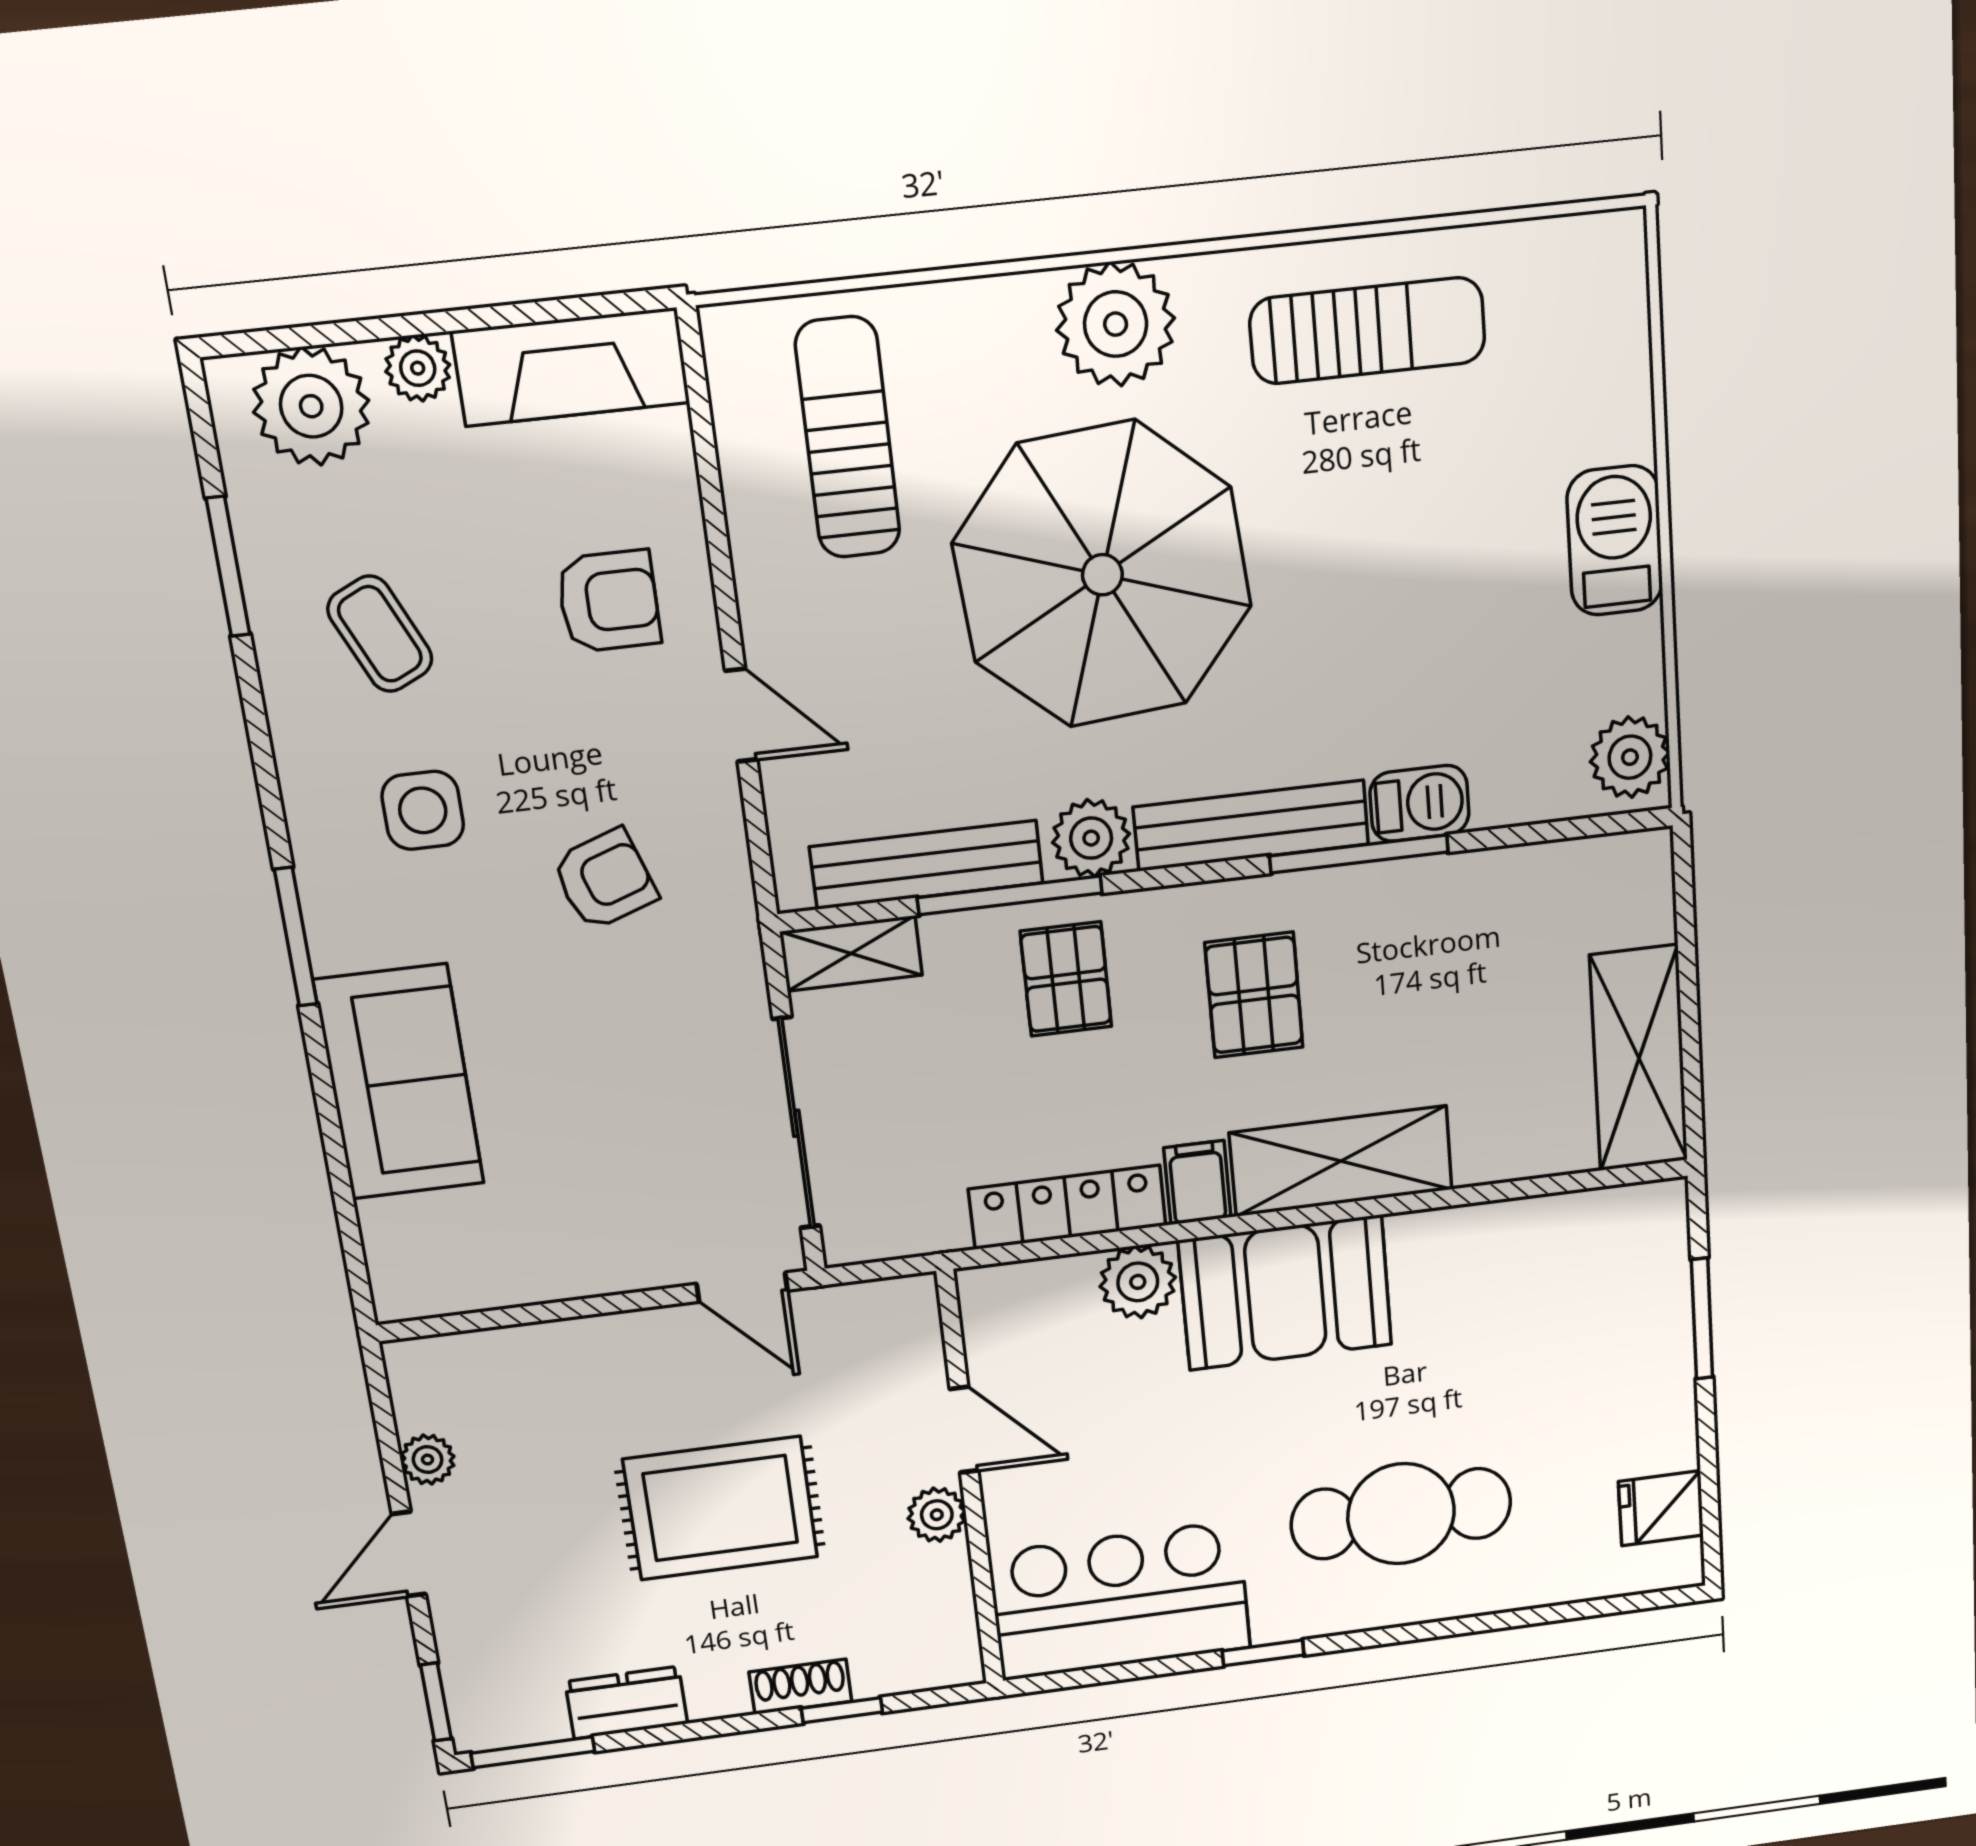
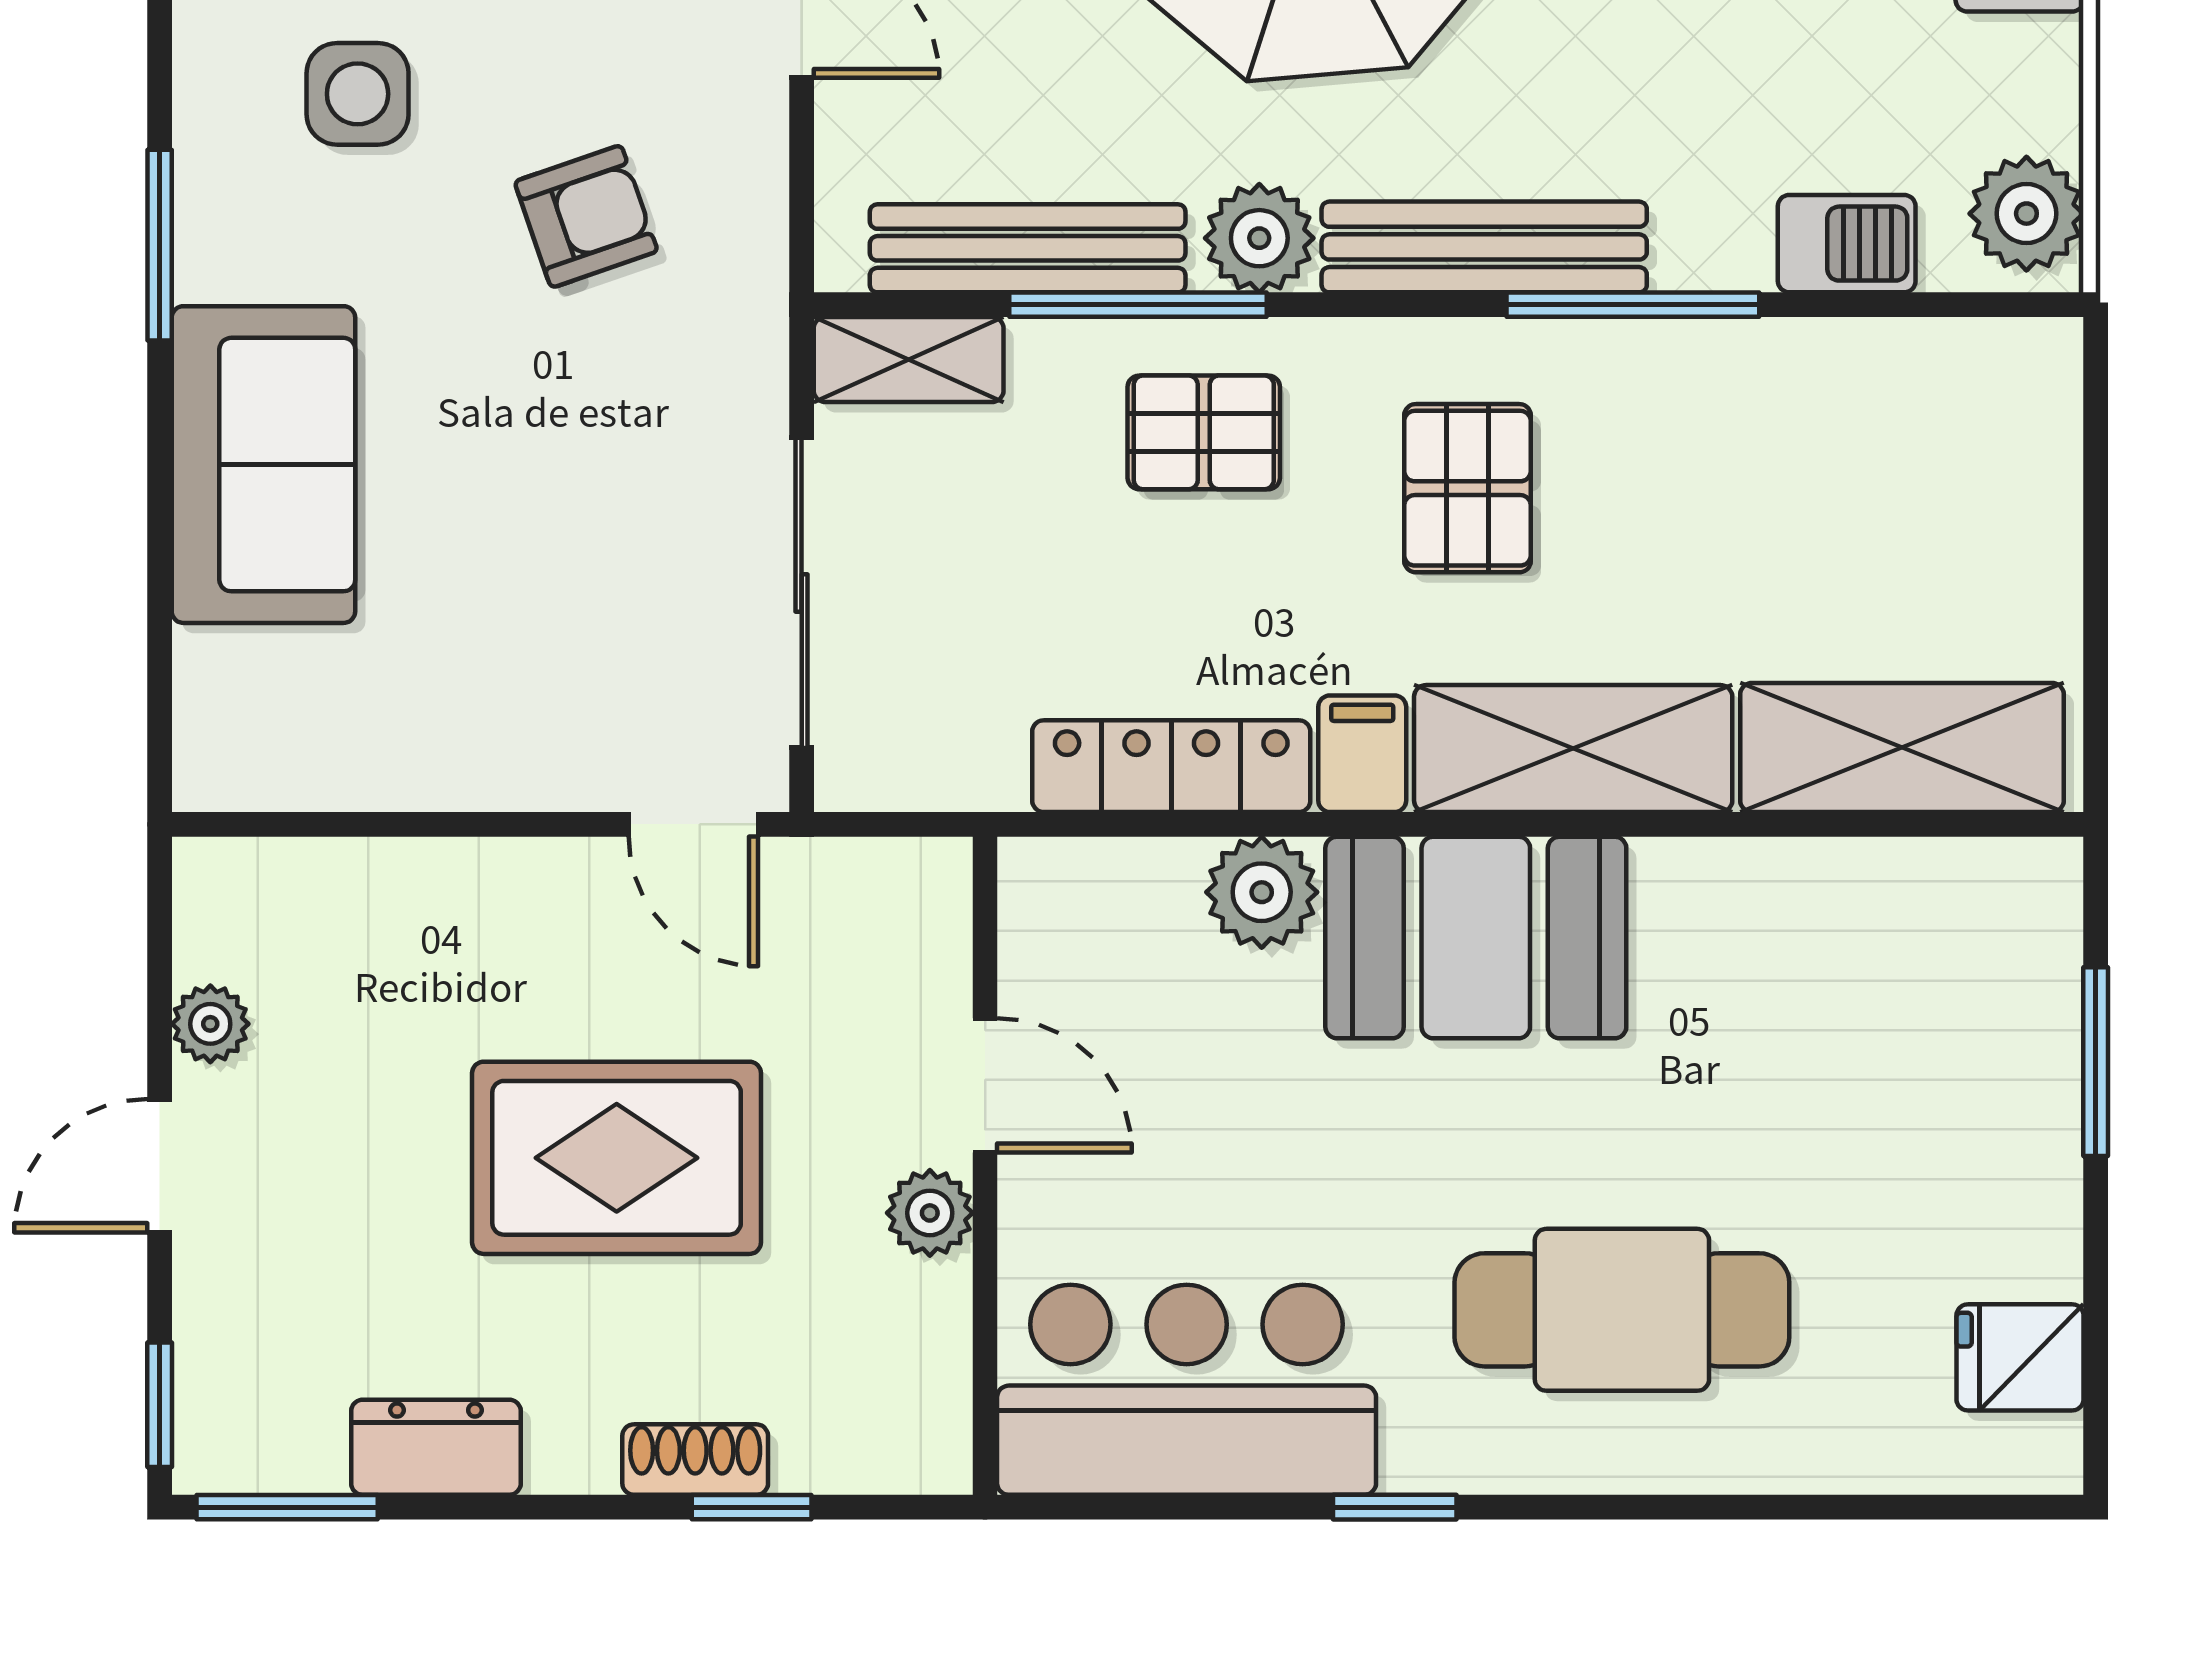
barbecue: (1420, 803) -> (1847, 244), moved
pallet: (1066, 979) -> (1204, 432), turned 90
shelving: (1639, 1058) -> (1902, 747), moved, turned 90

